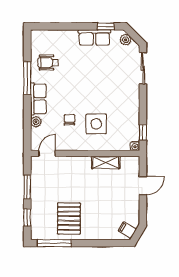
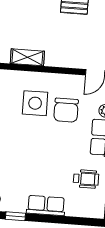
row of seats: (94, 37) -> (46, 206), moved
chair: (69, 120) -> (66, 110), width x1.87, depth x1.87

